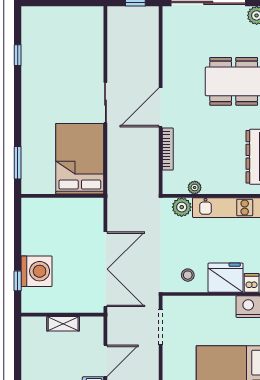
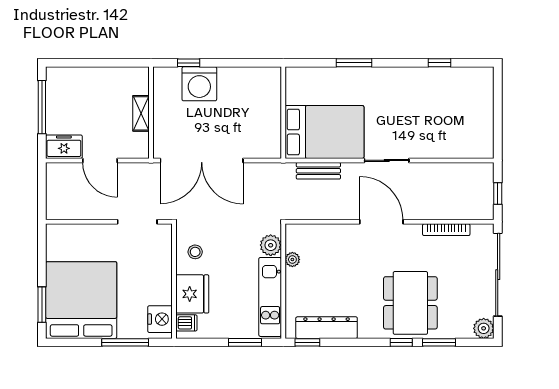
bookcase: (168, 149) -> (446, 230), moved
window: (18, 163) -> (354, 63), moved
bench: (115, 164) -> (318, 171), added

